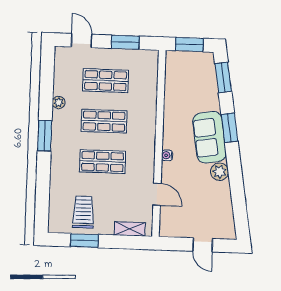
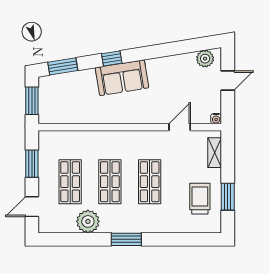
plant: (59, 102) -> (88, 221), width x1.88, depth x1.88
window: (229, 128) -> (112, 58), width x0.67
water cooler: (167, 155) -> (216, 119), moved
plant: (220, 172) -> (205, 59), moved
trolley: (83, 212) -> (200, 199), turned 90

